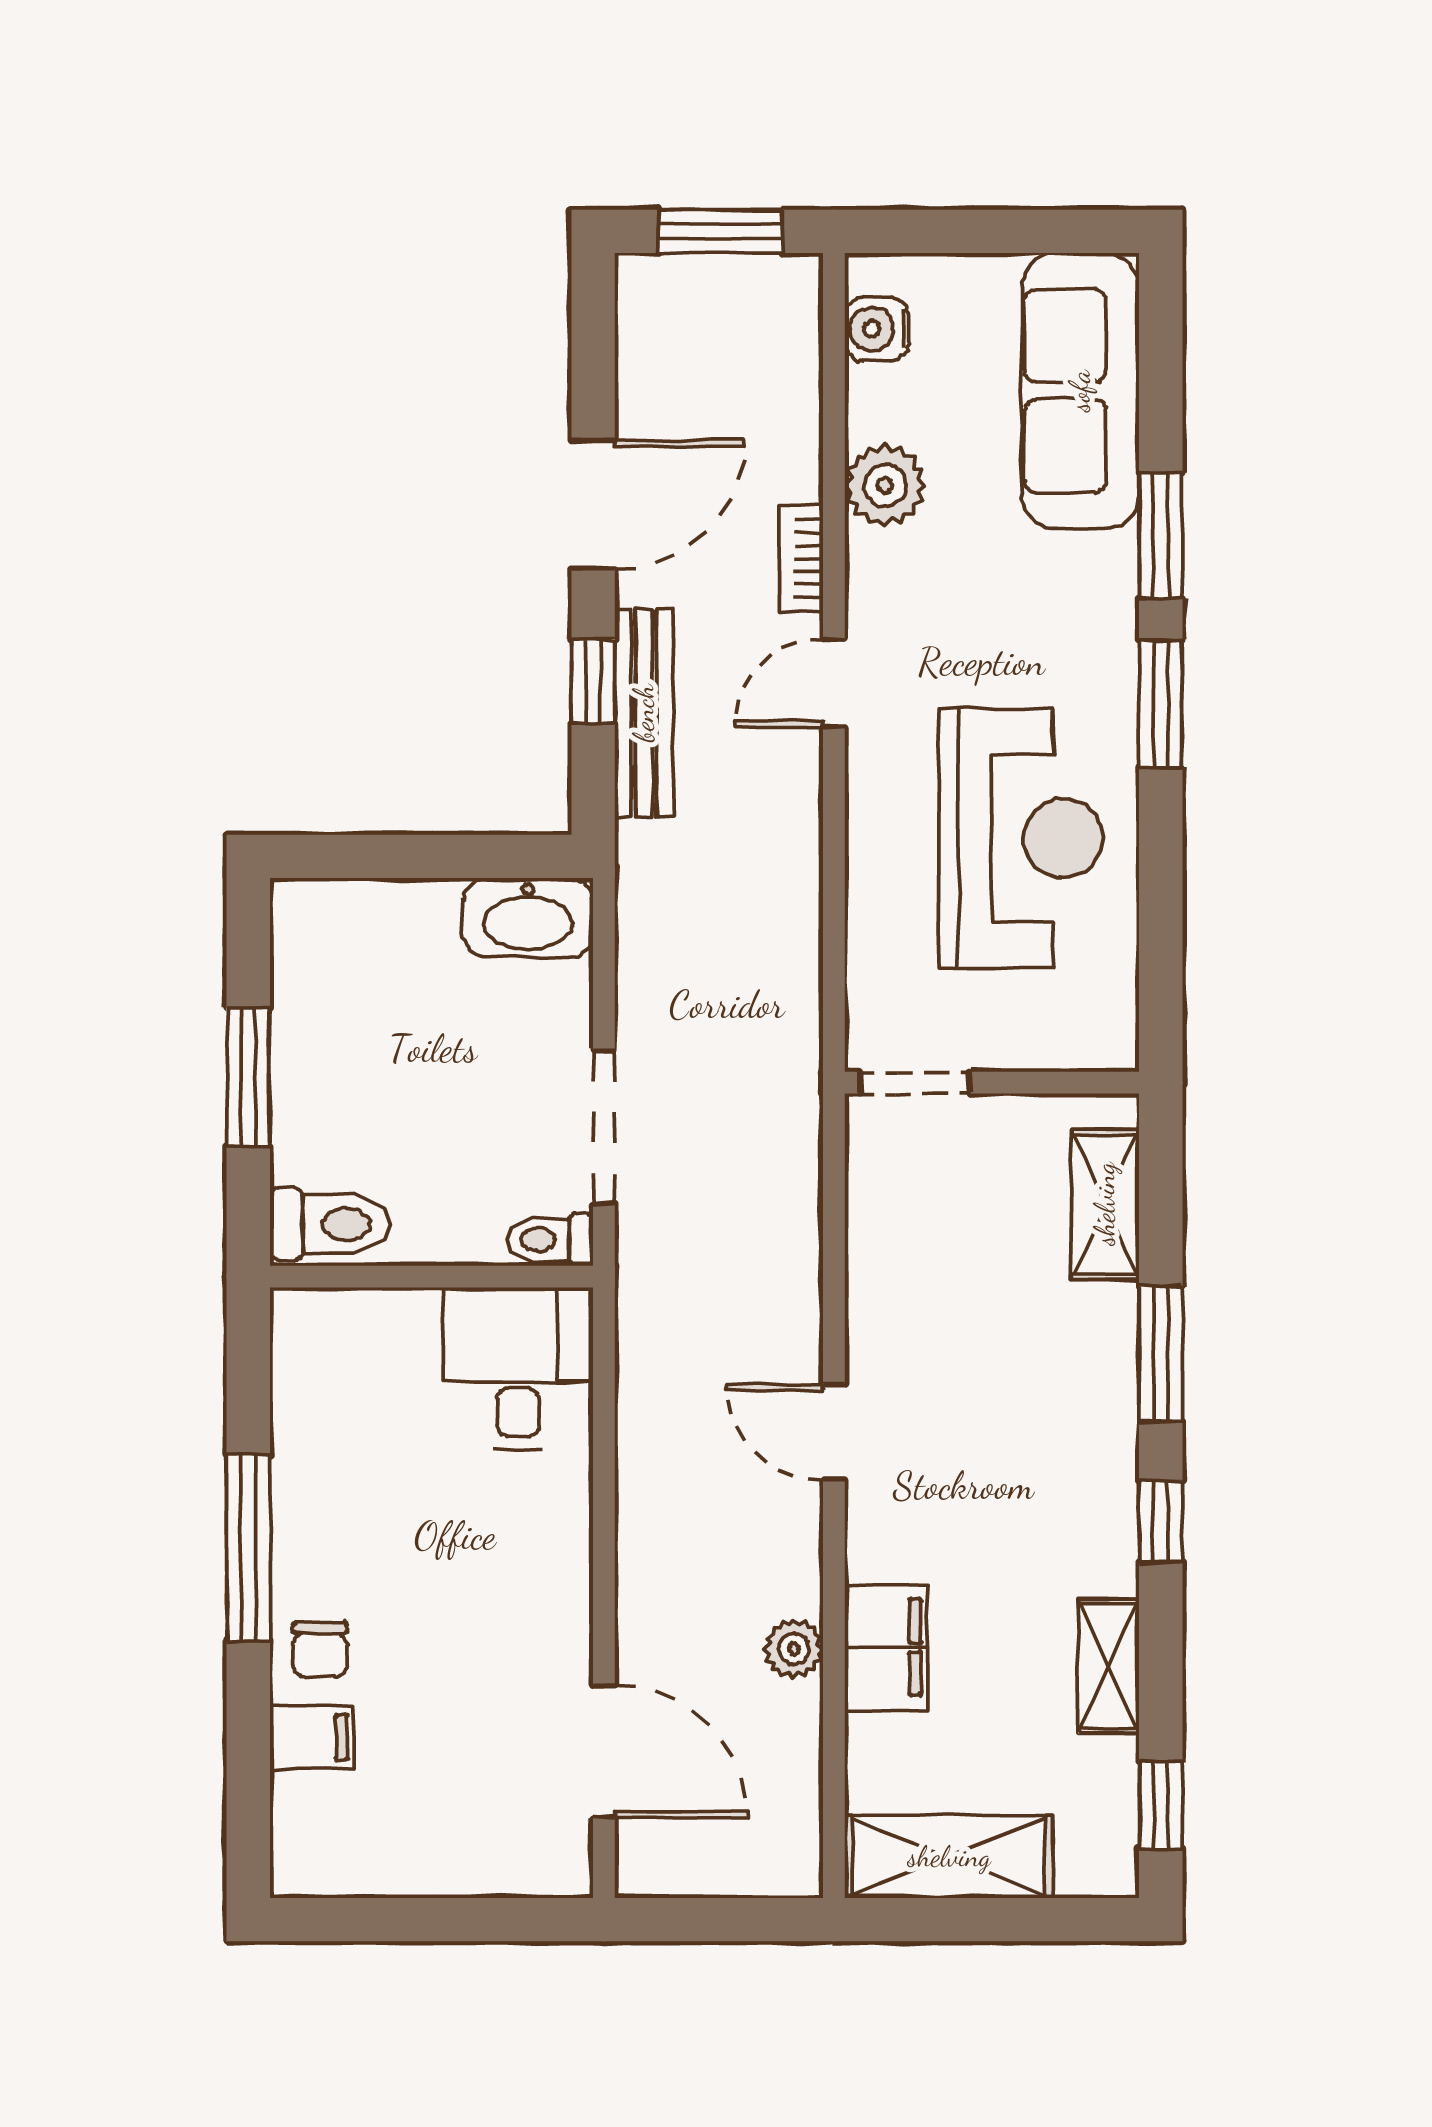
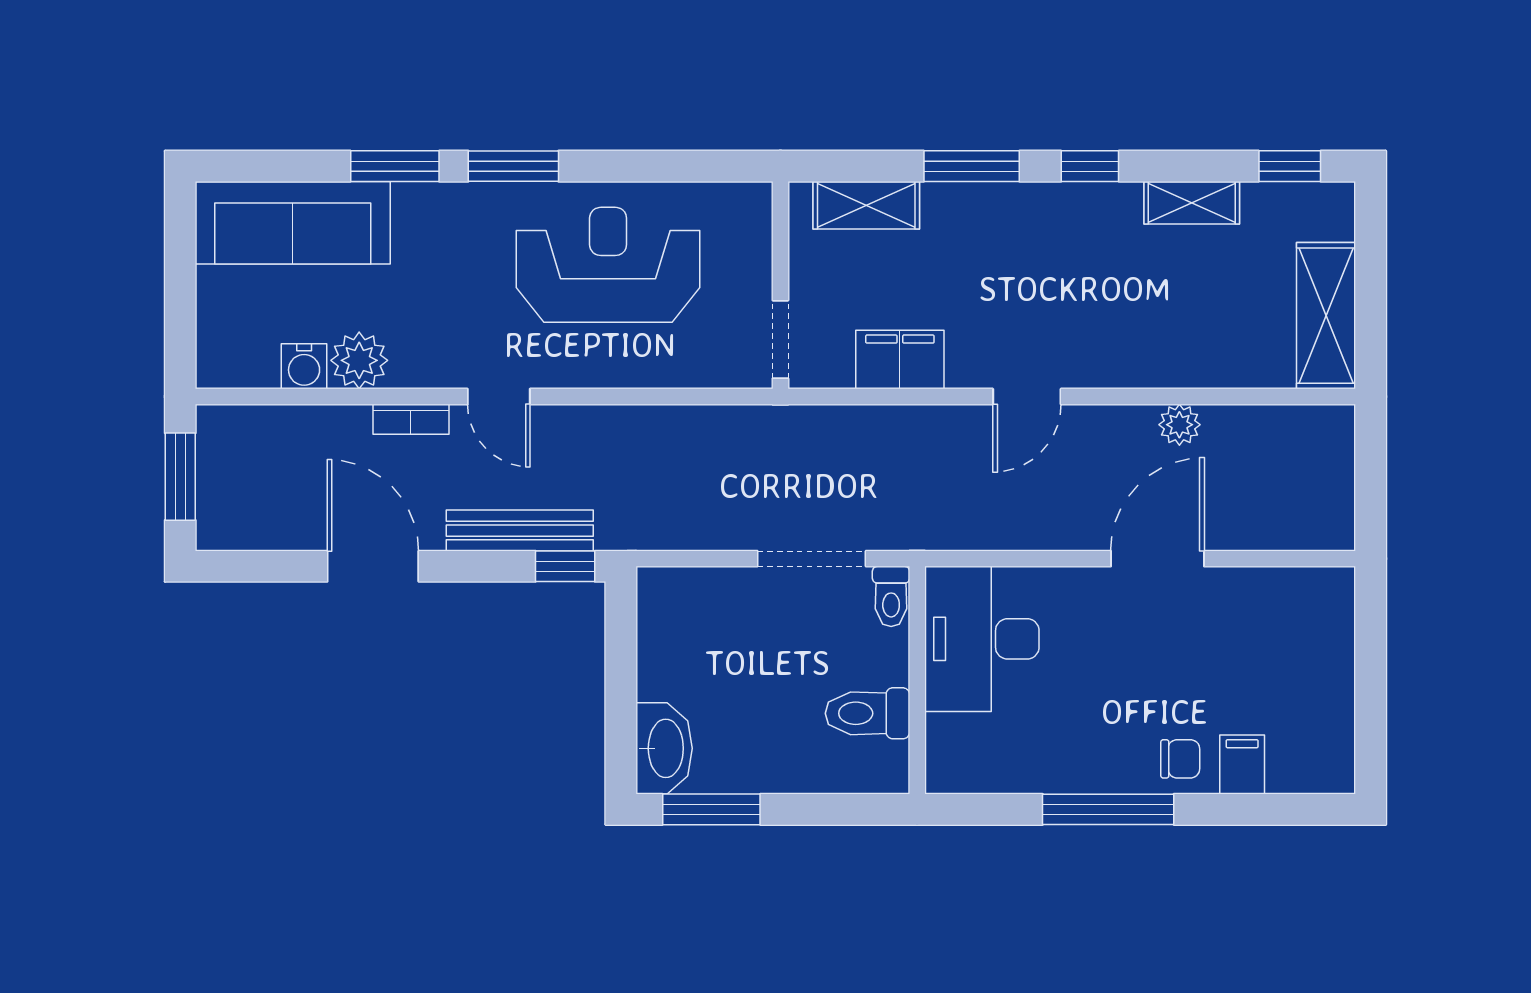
water cooler: (877, 329) -> (304, 366), moved
window: (593, 682) -> (565, 566), moved
washbasin: (528, 918) -> (664, 748), moved
window: (248, 1077) -> (711, 809), moved
toilet: (330, 1224) -> (867, 713), moved, turned -90
desk: (518, 1368) -> (982, 639), width x1.37
filing cabinet: (886, 1647) -> (900, 360), moved
door: (604, 1752) -> (1157, 559), moved

